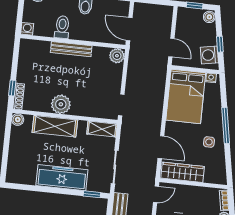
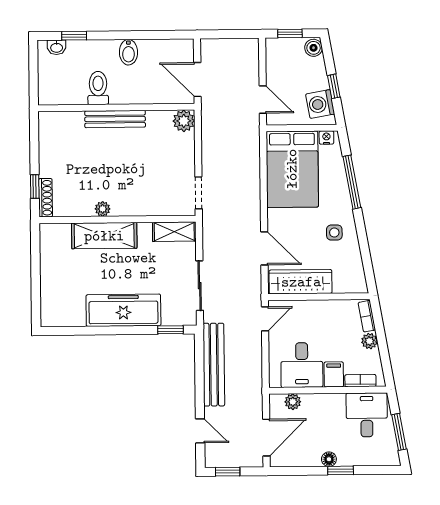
washing machine: (27, 29) -> (47, 96), removed
plant: (61, 104) -> (103, 209), width x0.53, depth x0.53
boiler: (18, 120) -> (48, 232), removed
window: (226, 126) -> (352, 182), moved

